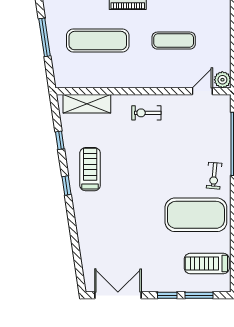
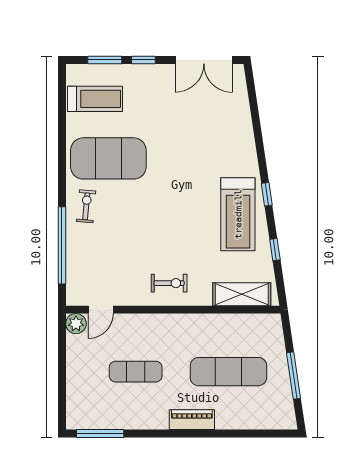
treadmill: (90, 169) -> (238, 214), width x1.37, depth x1.38

